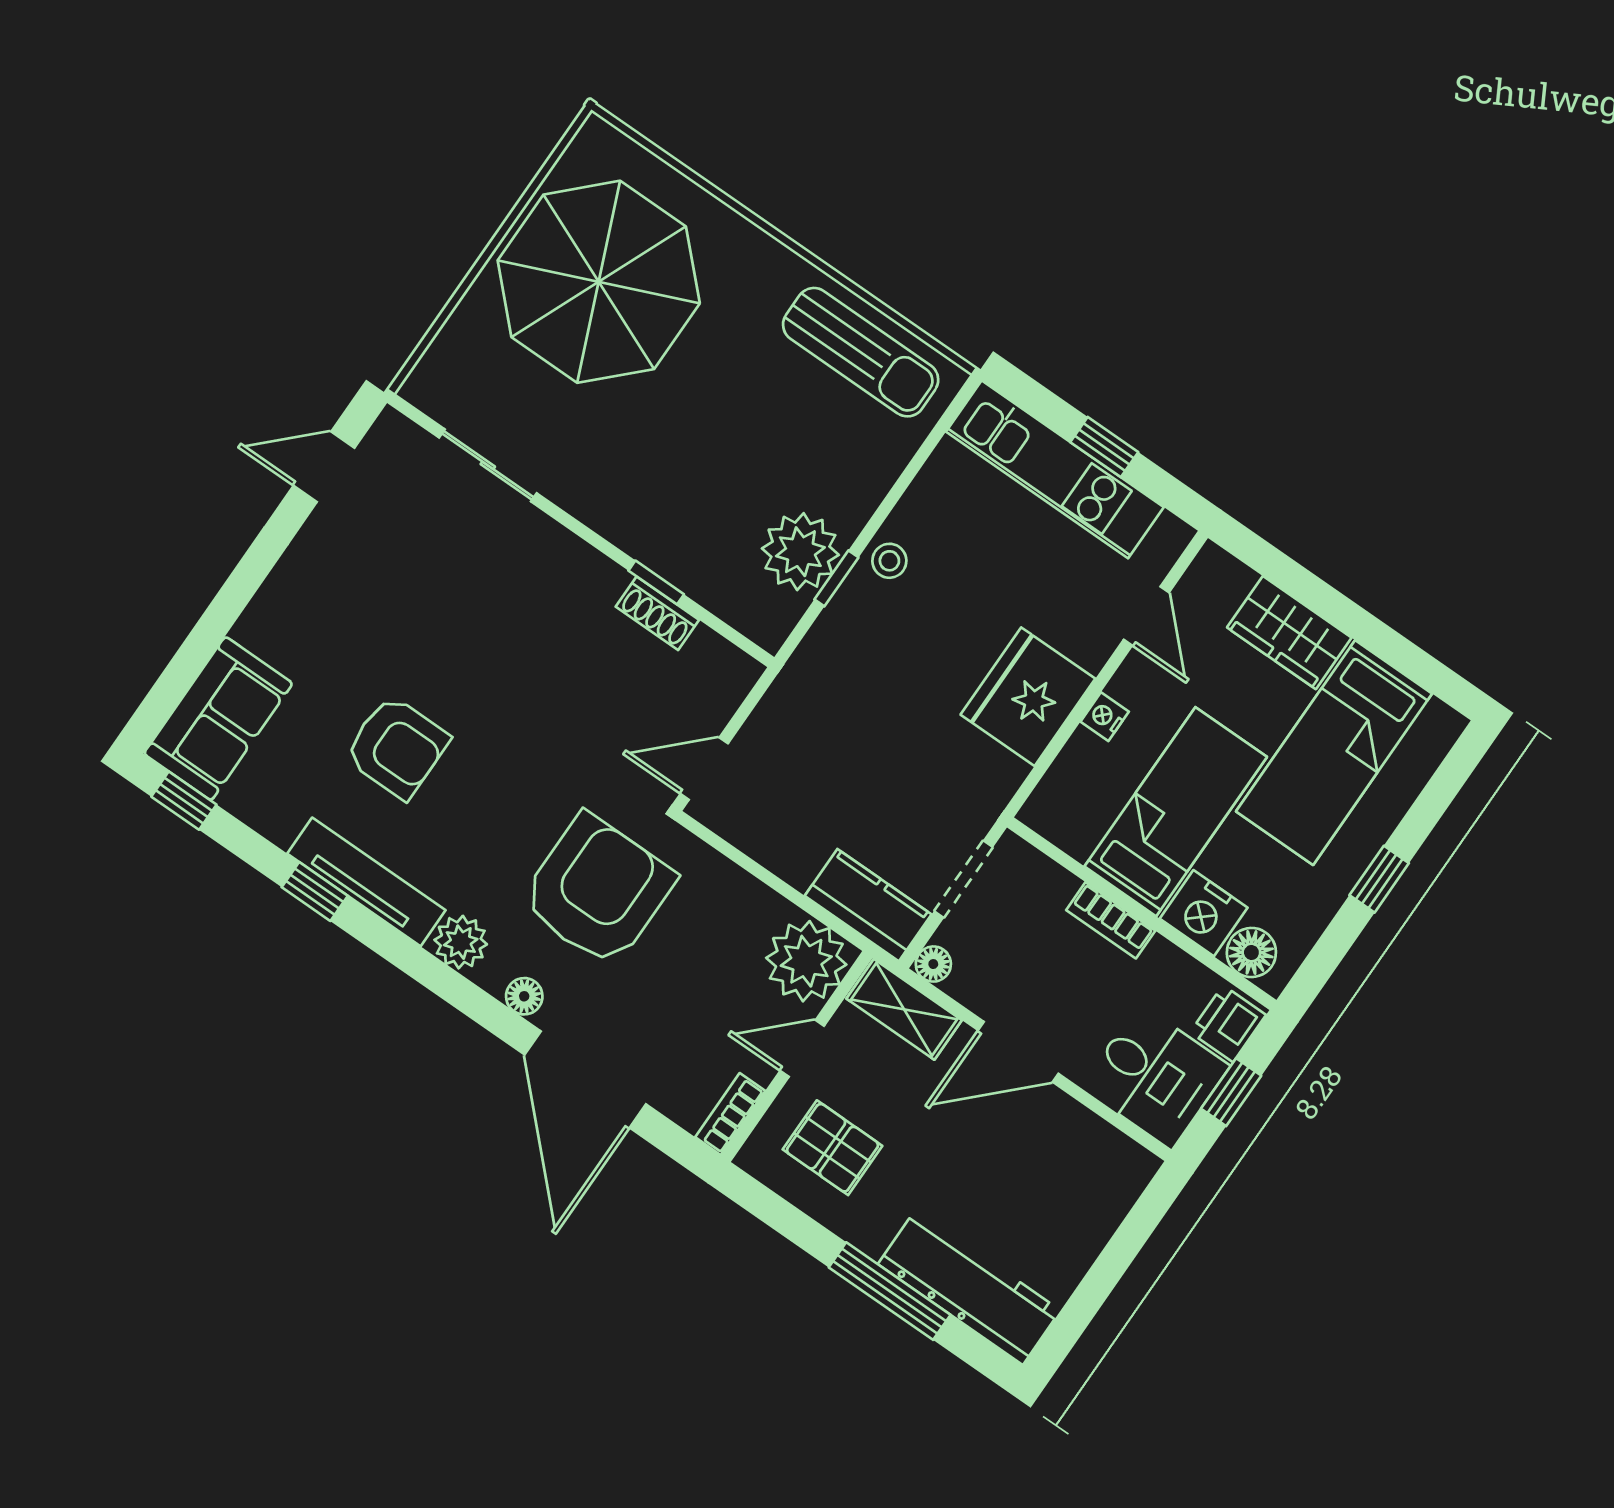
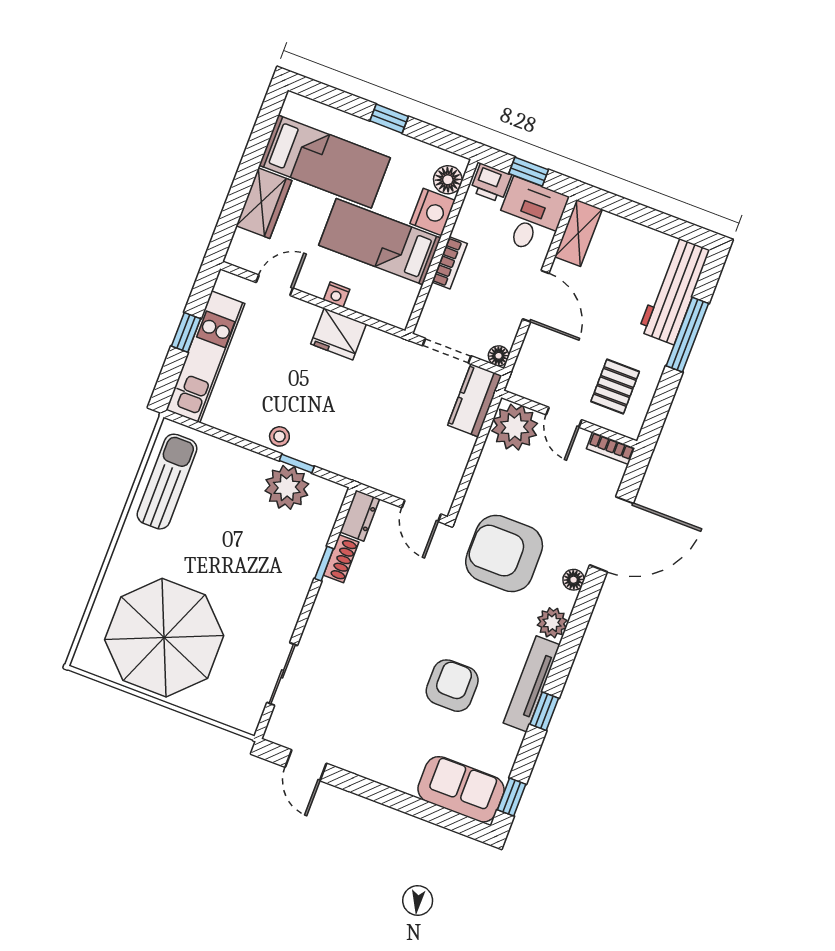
dresser: (722, 663) -> (360, 516), added
fridge: (1028, 697) -> (338, 334), width x0.73, depth x0.75
shelving: (904, 1009) -> (578, 233), moved

